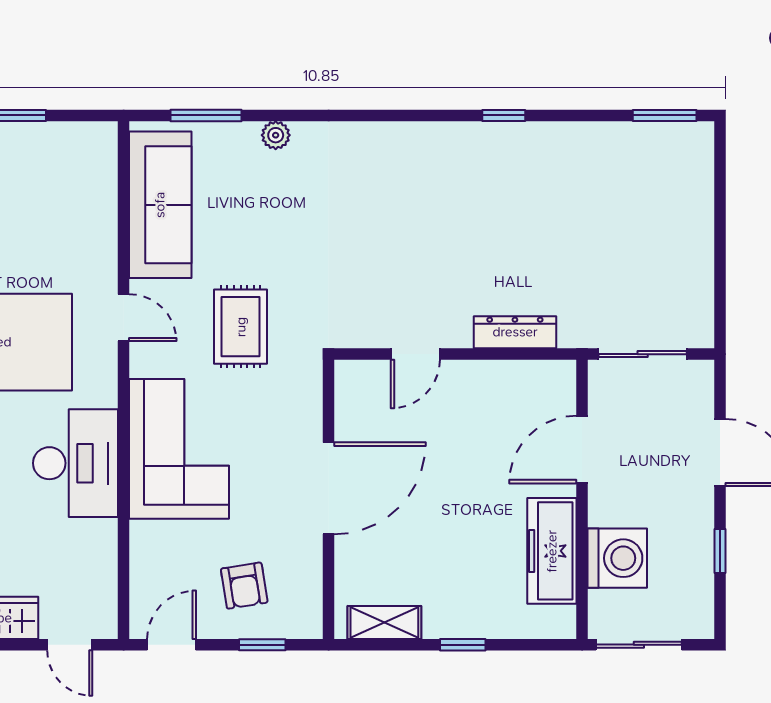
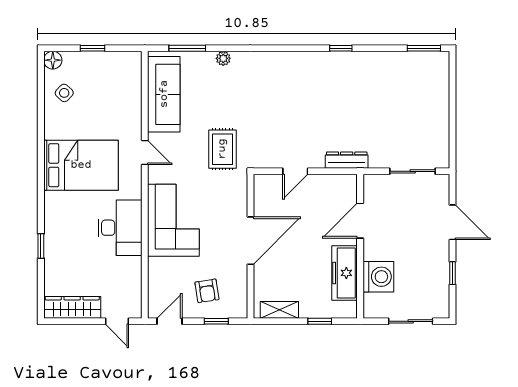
rug: (241, 327) -> (222, 149), moved
door: (582, 450) -> (360, 221), moved
wall: (582, 499) -> (360, 246), moved
freezer: (552, 551) -> (345, 273), moved
washing machine: (617, 558) -> (378, 277), moved

